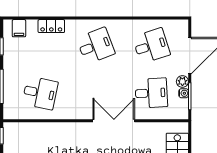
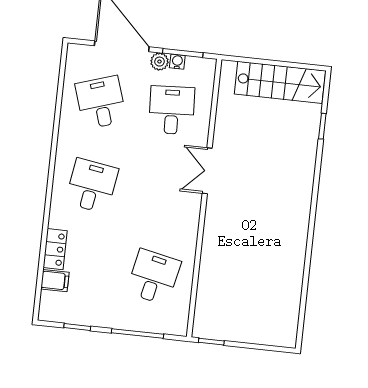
filing cabinet: (19, 28) -> (55, 281), moved
desk: (96, 46) -> (92, 186), turned 30
double door: (114, 121) -> (207, 171), width x0.73

